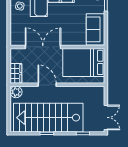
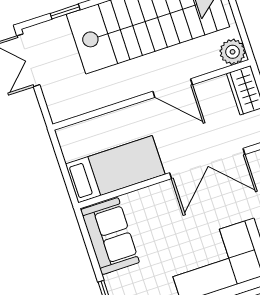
bed: (84, 62) -> (115, 169), width x0.67

